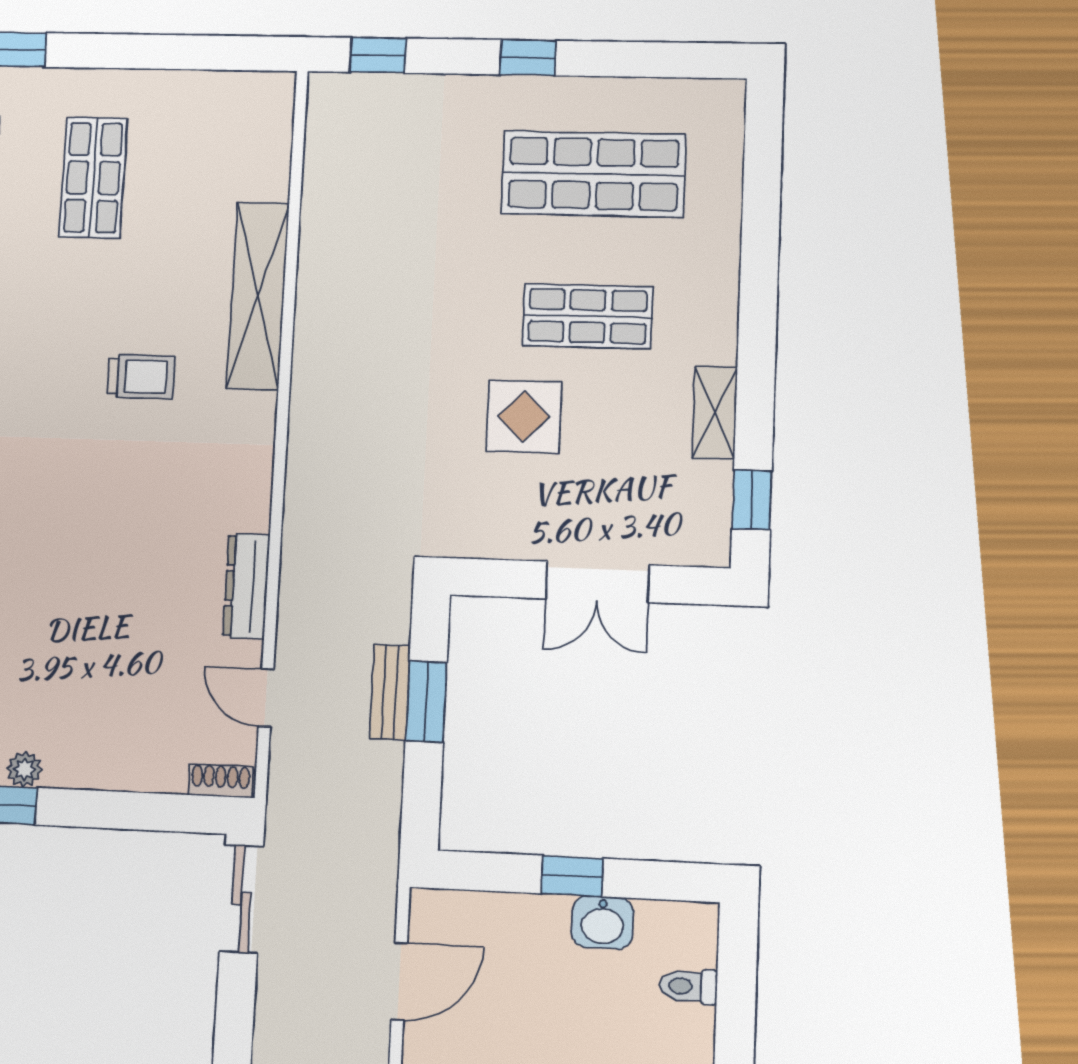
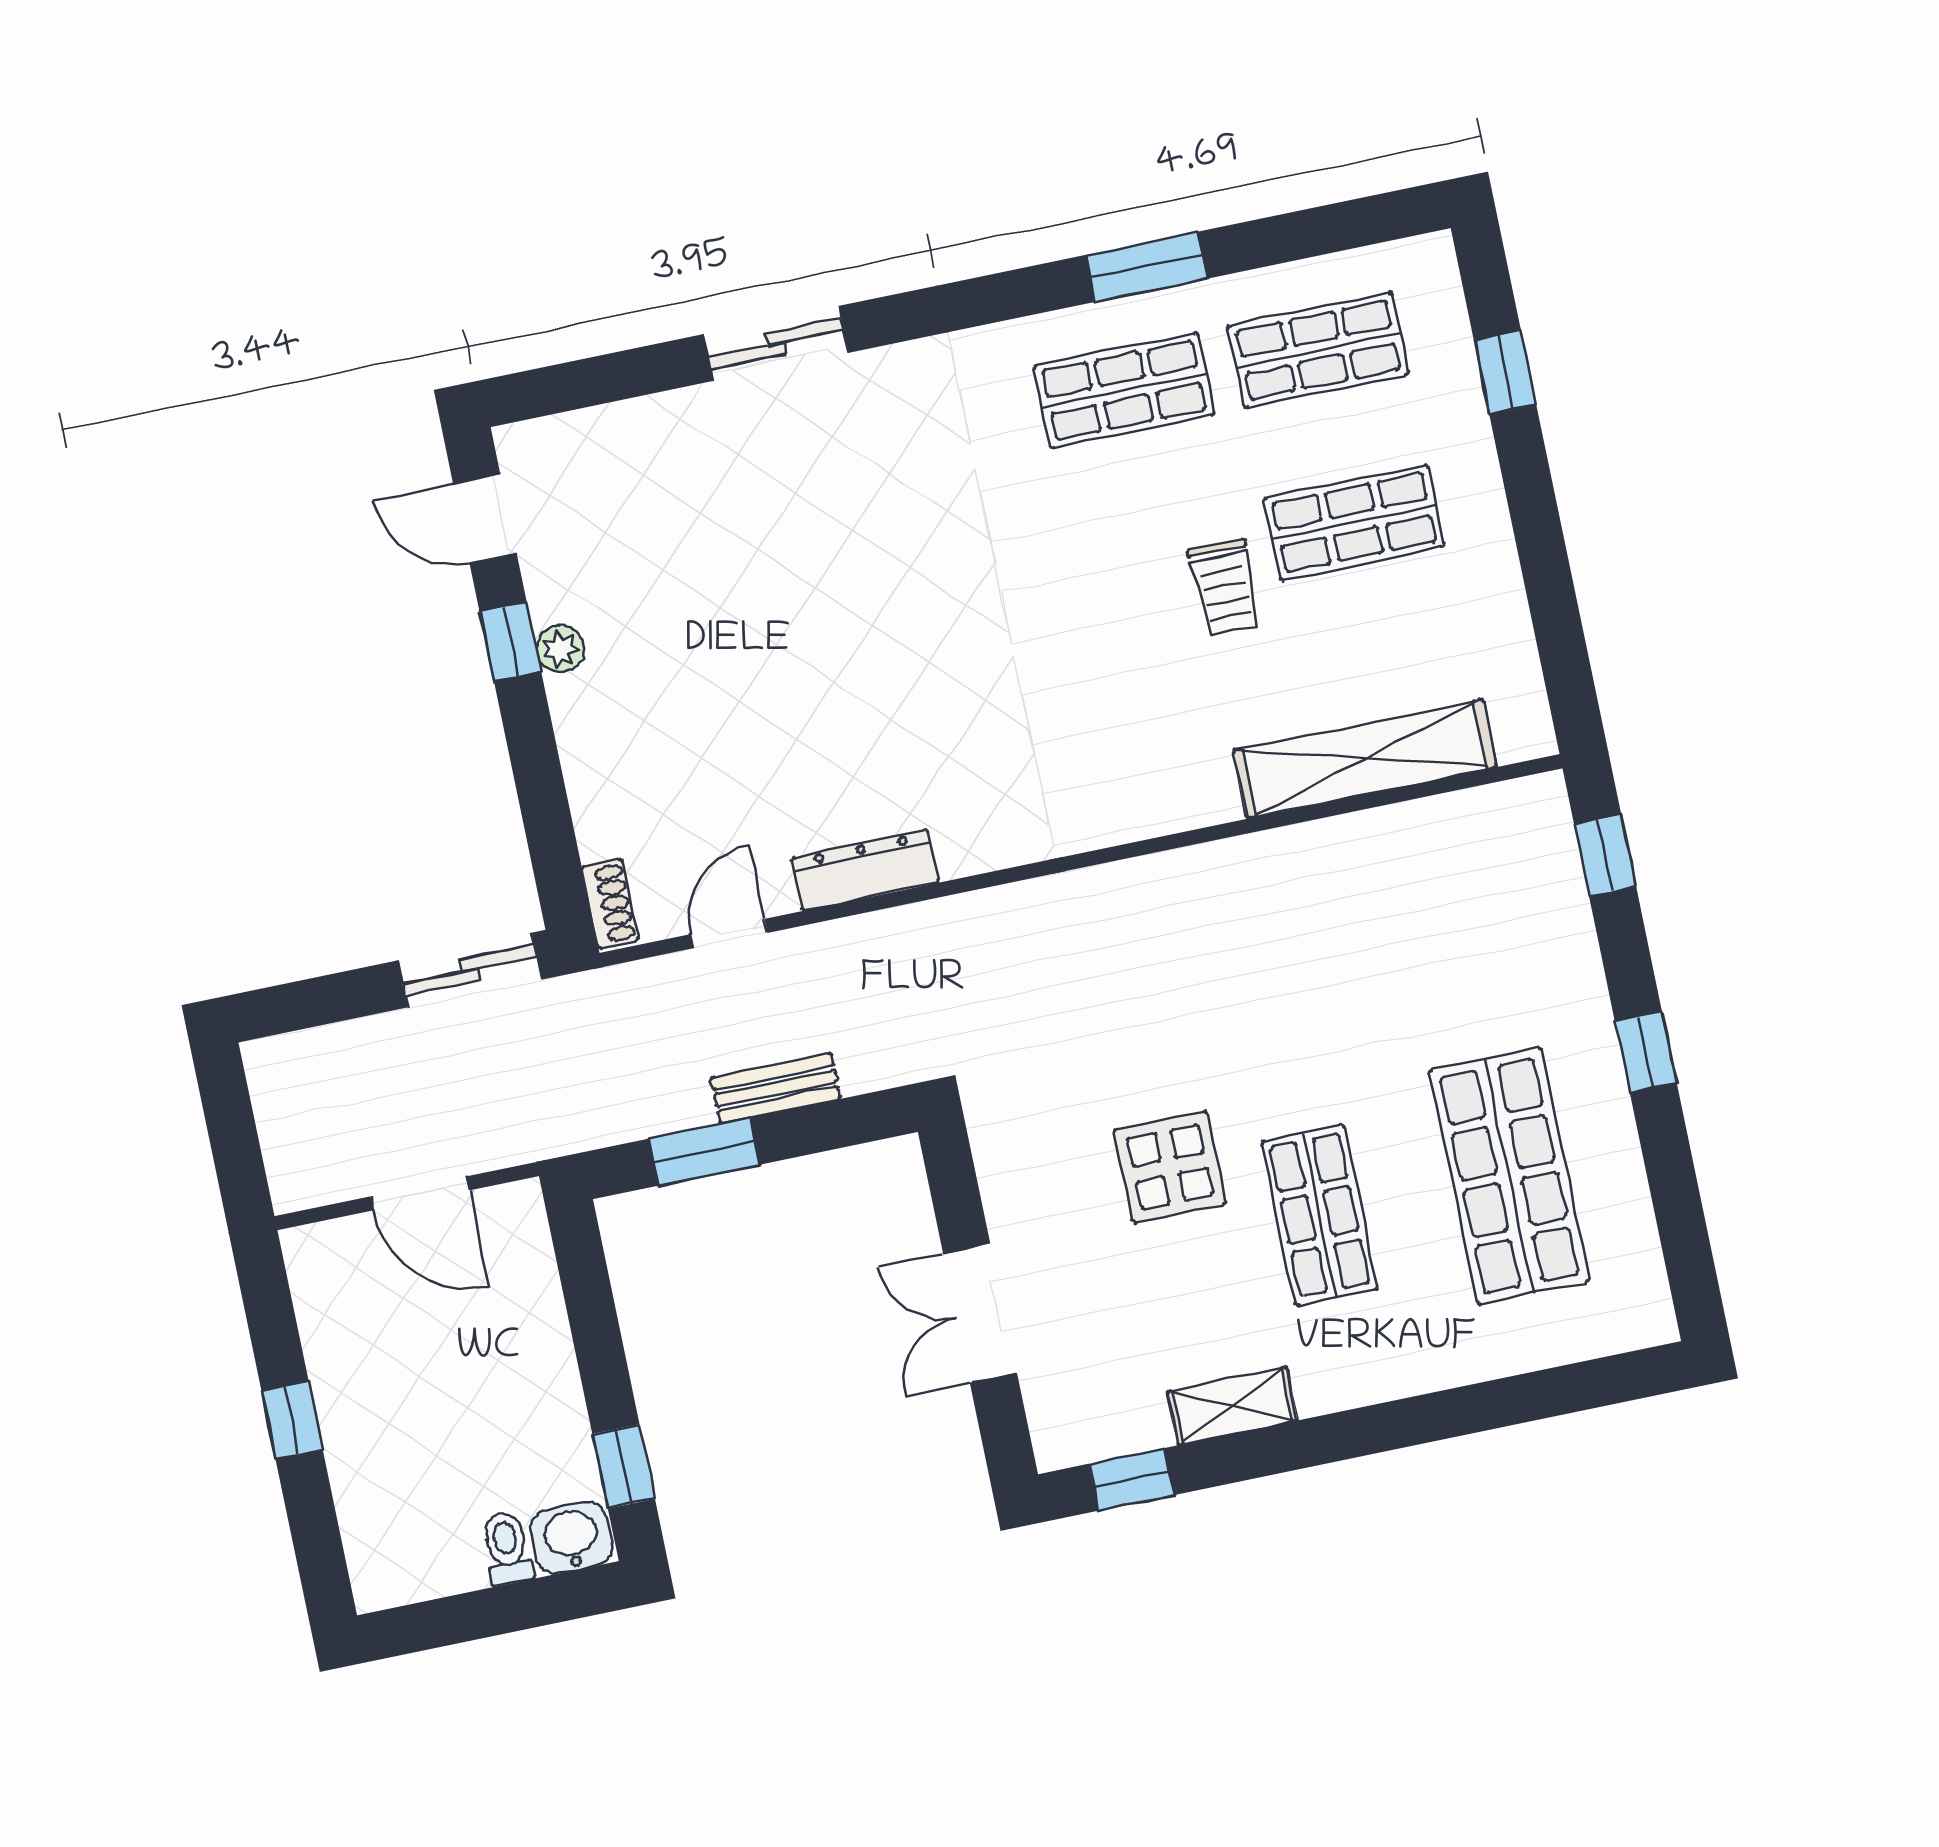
shelving: (258, 296) -> (1365, 759), moved
trolley: (141, 377) -> (1225, 588), moved
window: (426, 702) -> (704, 1152), moved
window: (572, 876) -> (624, 1466), moved
washbasin: (602, 922) -> (571, 1538), moved, turned 90

